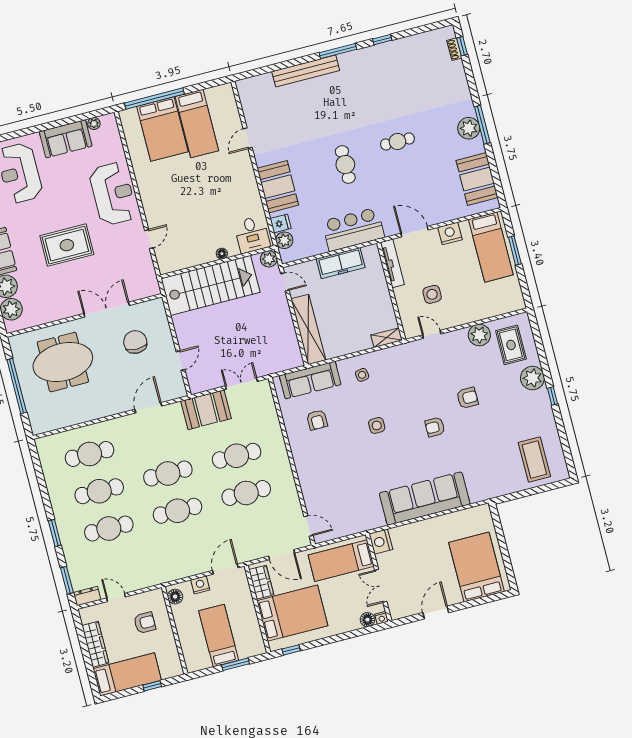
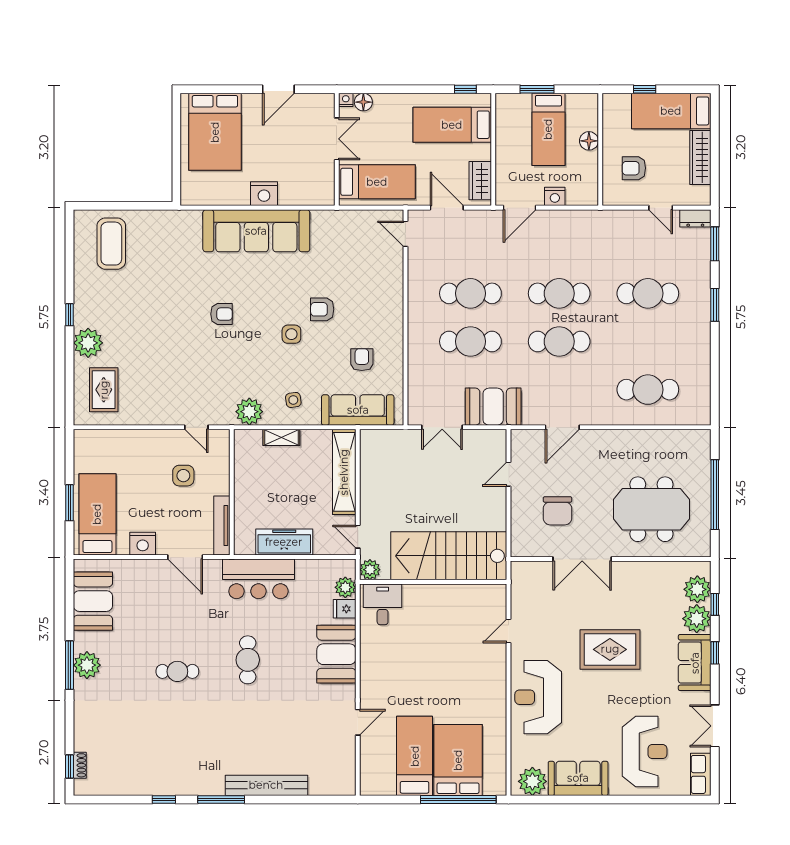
plant: (94, 124) -> (532, 781), width x1.87, depth x1.87
floor lamp: (222, 254) -> (425, 591), removed
plant: (479, 335) -> (249, 412), moved
shelving: (387, 338) -> (281, 437), moved
armchair: (467, 398) -> (322, 309), moved
cafe table: (99, 491) -> (648, 341), removed
nightstand: (381, 542) -> (264, 194), moved, turned 90
floor lamp: (175, 597) -> (589, 141), moved
bed: (292, 613) -> (452, 125), width x0.67

